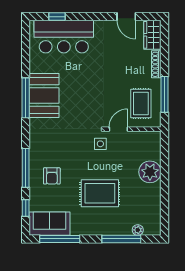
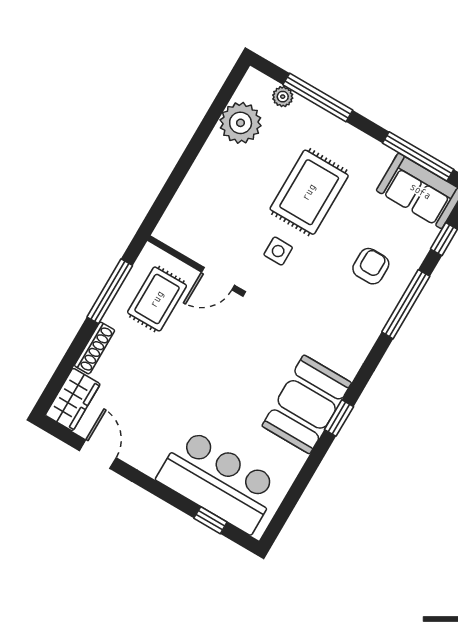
window: (26, 98) -> (339, 418), width x0.46
side table: (100, 144) -> (278, 251), moved
plant: (150, 172) -> (241, 123), moved
rug: (100, 193) -> (309, 192), turned 90

